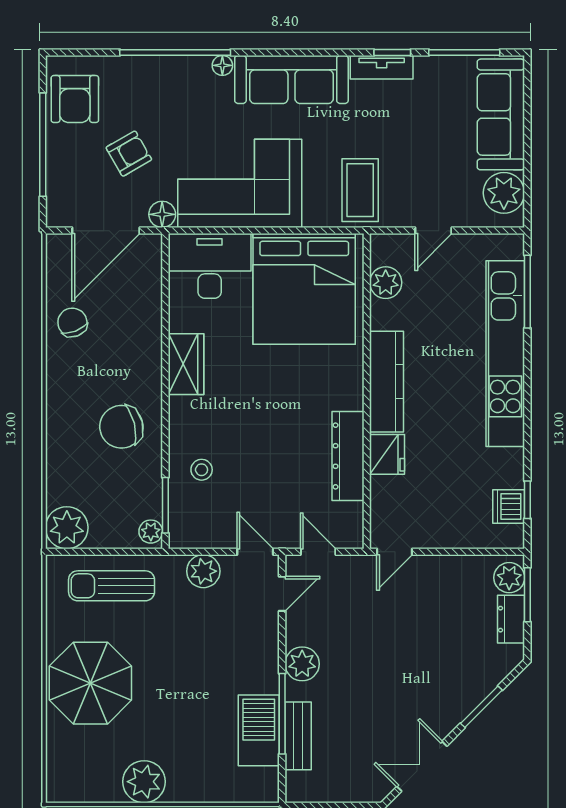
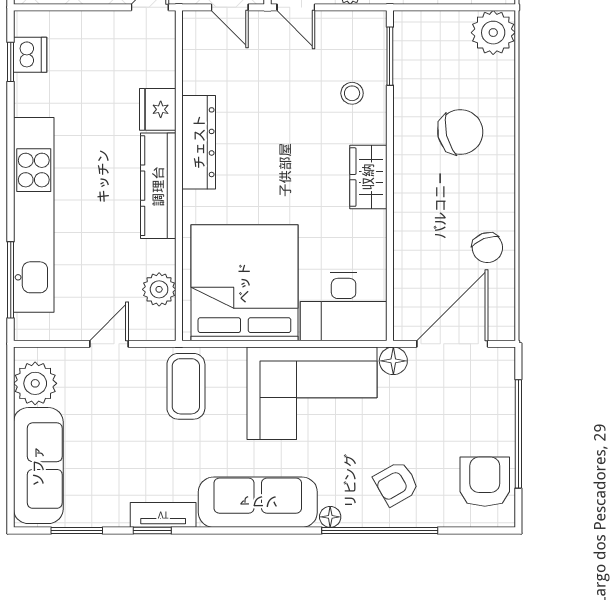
window: (464, 52) -> (77, 530), width x0.69
armchair: (129, 154) -> (396, 483), moved
wardrobe: (186, 364) -> (368, 177), moved
chair: (121, 427) -> (460, 132), moved
dresser: (348, 456) -> (199, 142), moved
plant: (151, 532) -> (405, 28), removed

